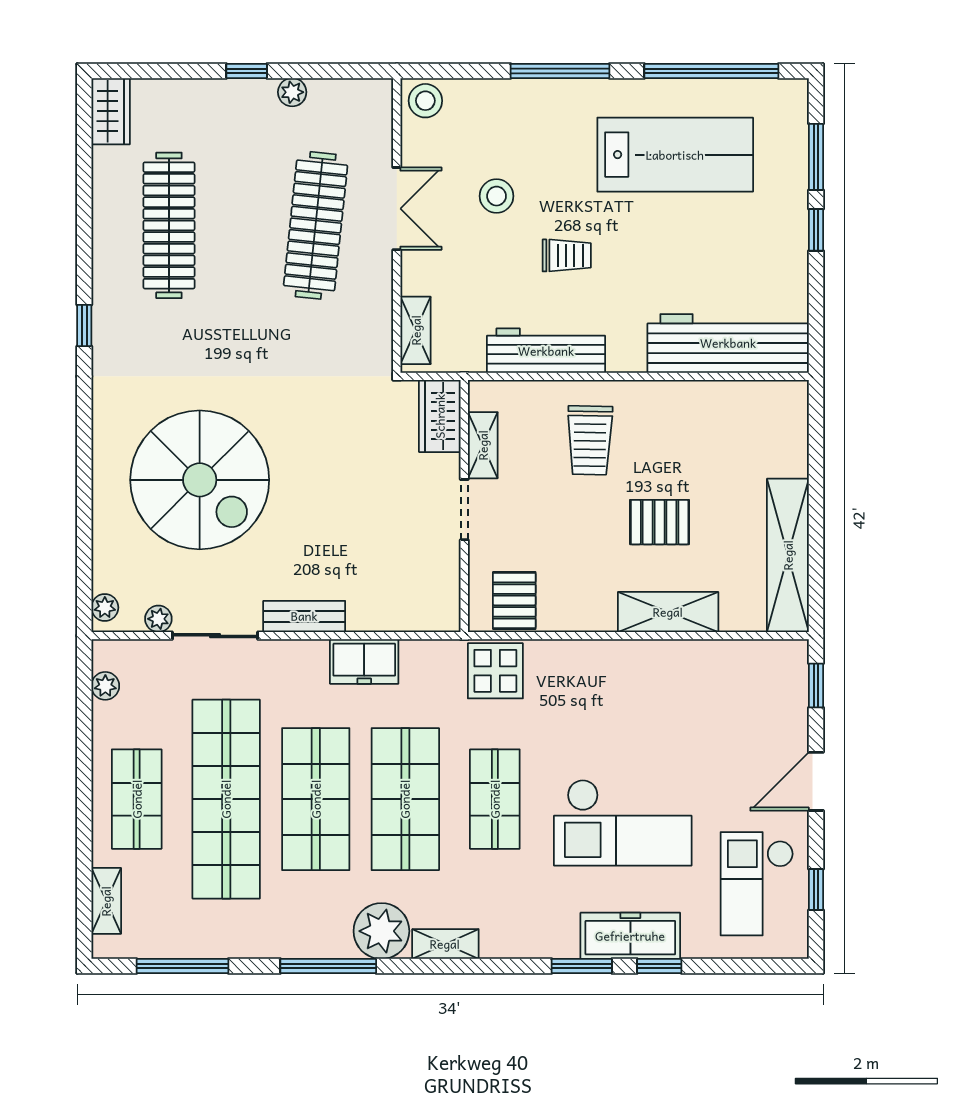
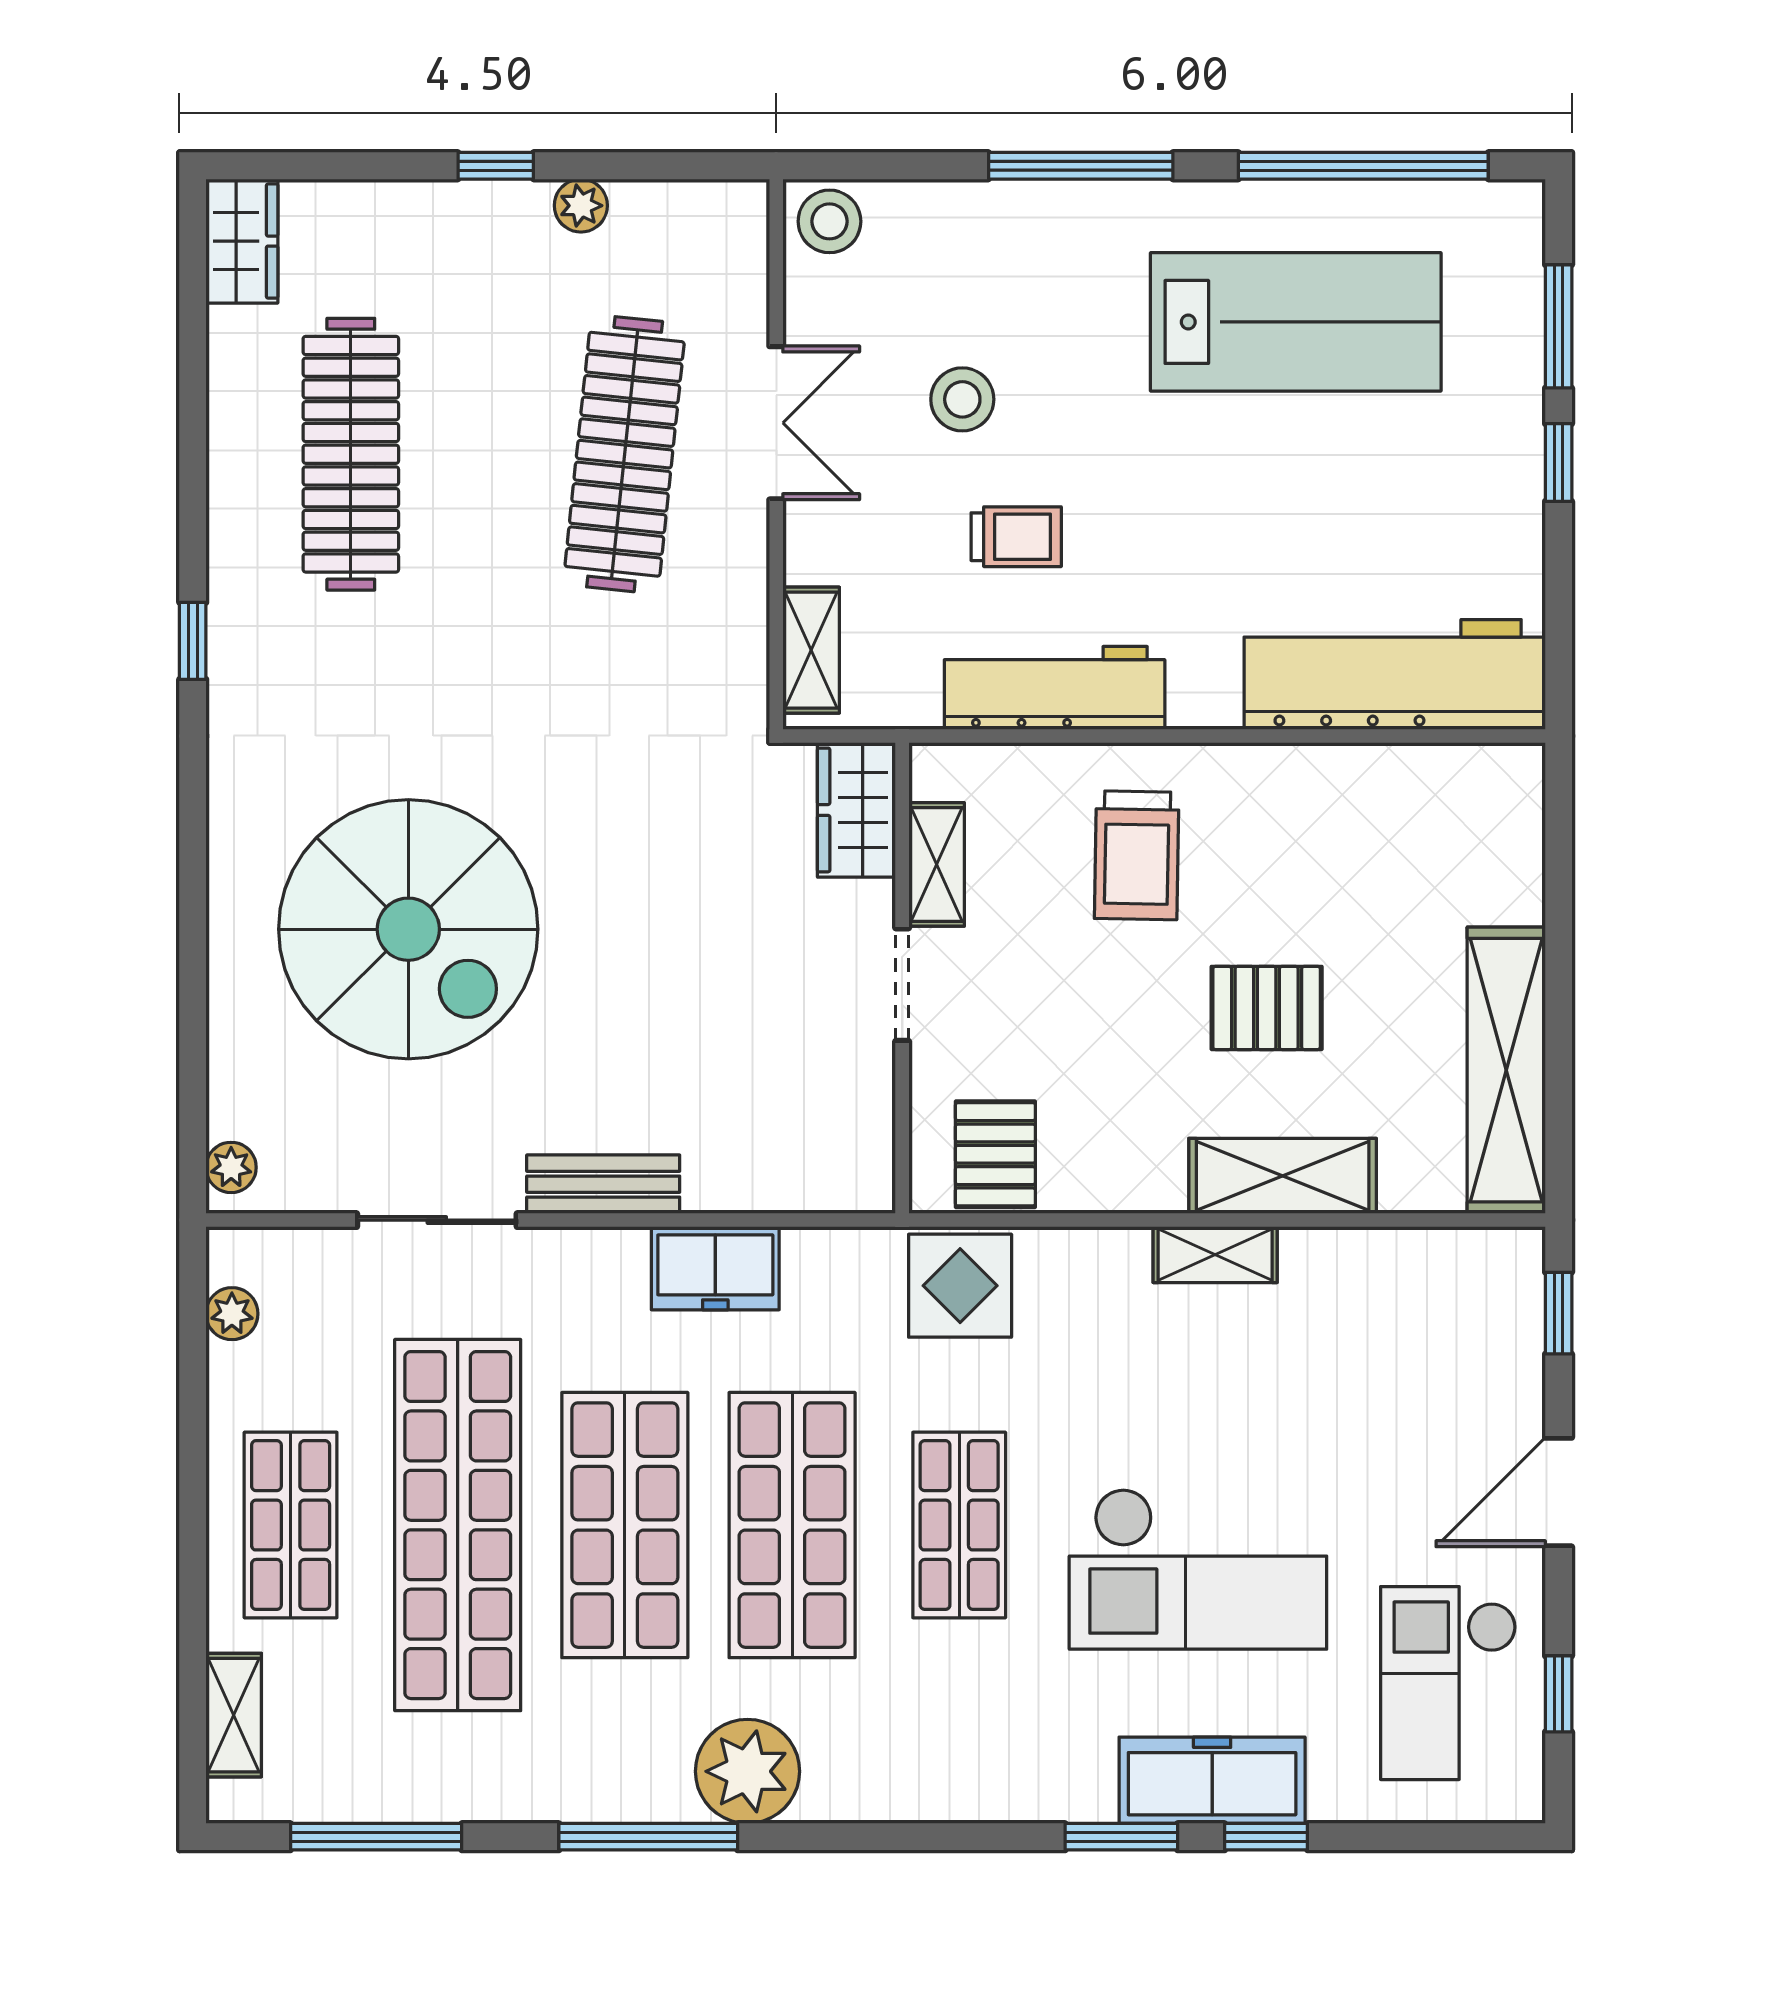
trolley: (567, 255) -> (1016, 537), moved
plant: (158, 619) -> (331, 1189), removed
shelving: (445, 944) -> (1215, 1255), moved

